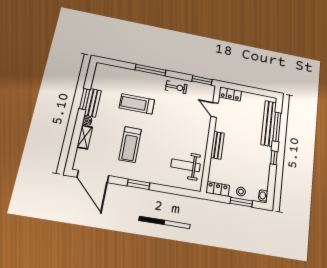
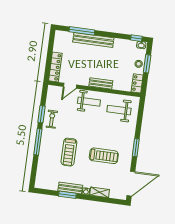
window: (202, 80) -> (42, 114), moved
locker: (230, 94) -> (55, 67), width x1.53
bench: (269, 123) -> (93, 40), moved
weight bench: (196, 130) -> (89, 102), added
window: (274, 158) -> (136, 38), moved
weight bench: (186, 165) -> (119, 110), turned 90

